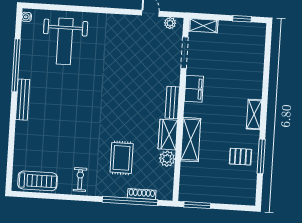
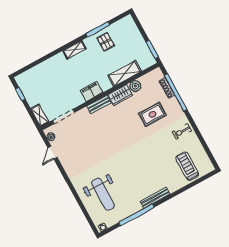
weight bench: (65, 41) -> (103, 194), turned 90
filing cabinet: (194, 89) -> (91, 91), moved
shelving: (191, 140) -> (125, 73), moved
treadmill: (38, 181) -> (187, 166), moved

